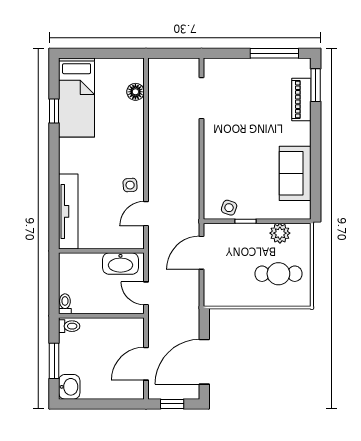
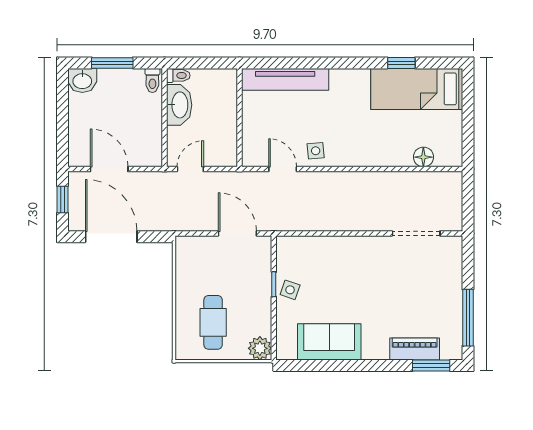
side table: (229, 208) -> (290, 290), moved
plant: (280, 233) -> (260, 348), moved
washbasin: (120, 264) -> (179, 105), moved, turned 180

